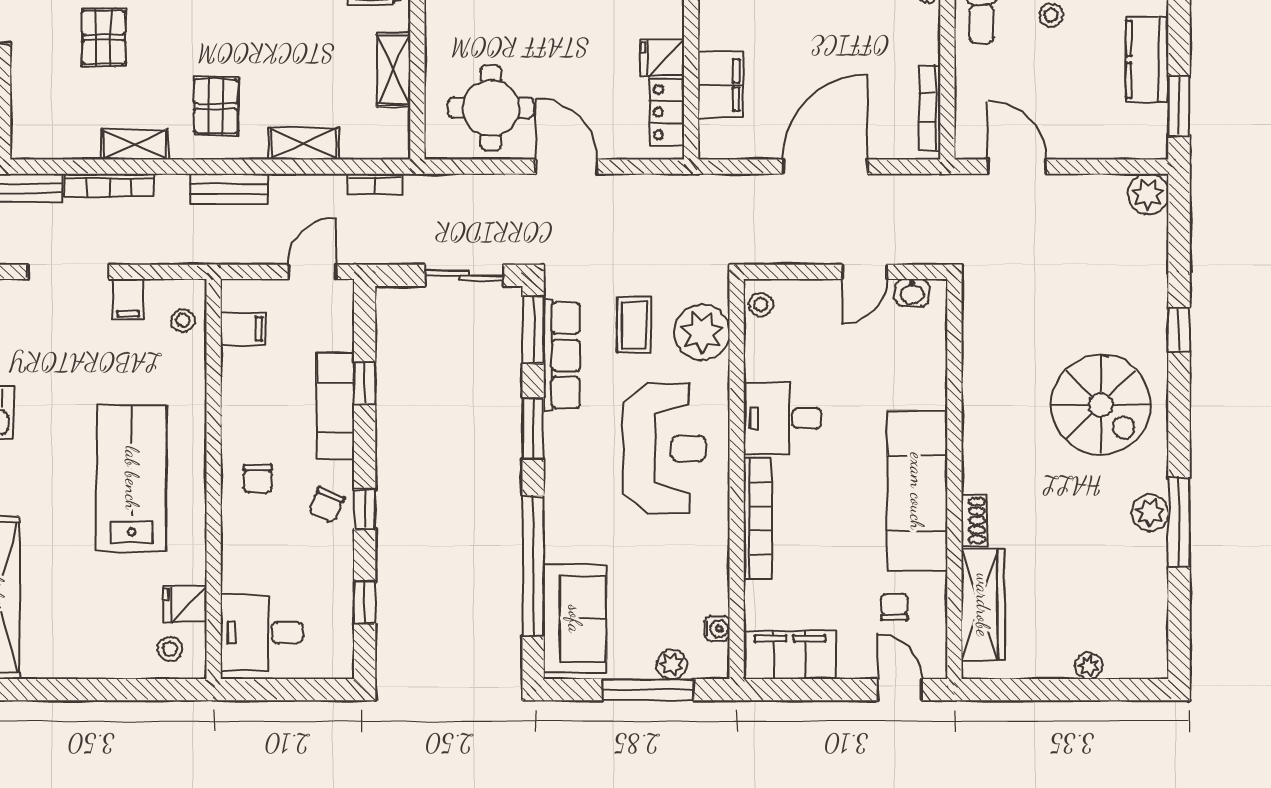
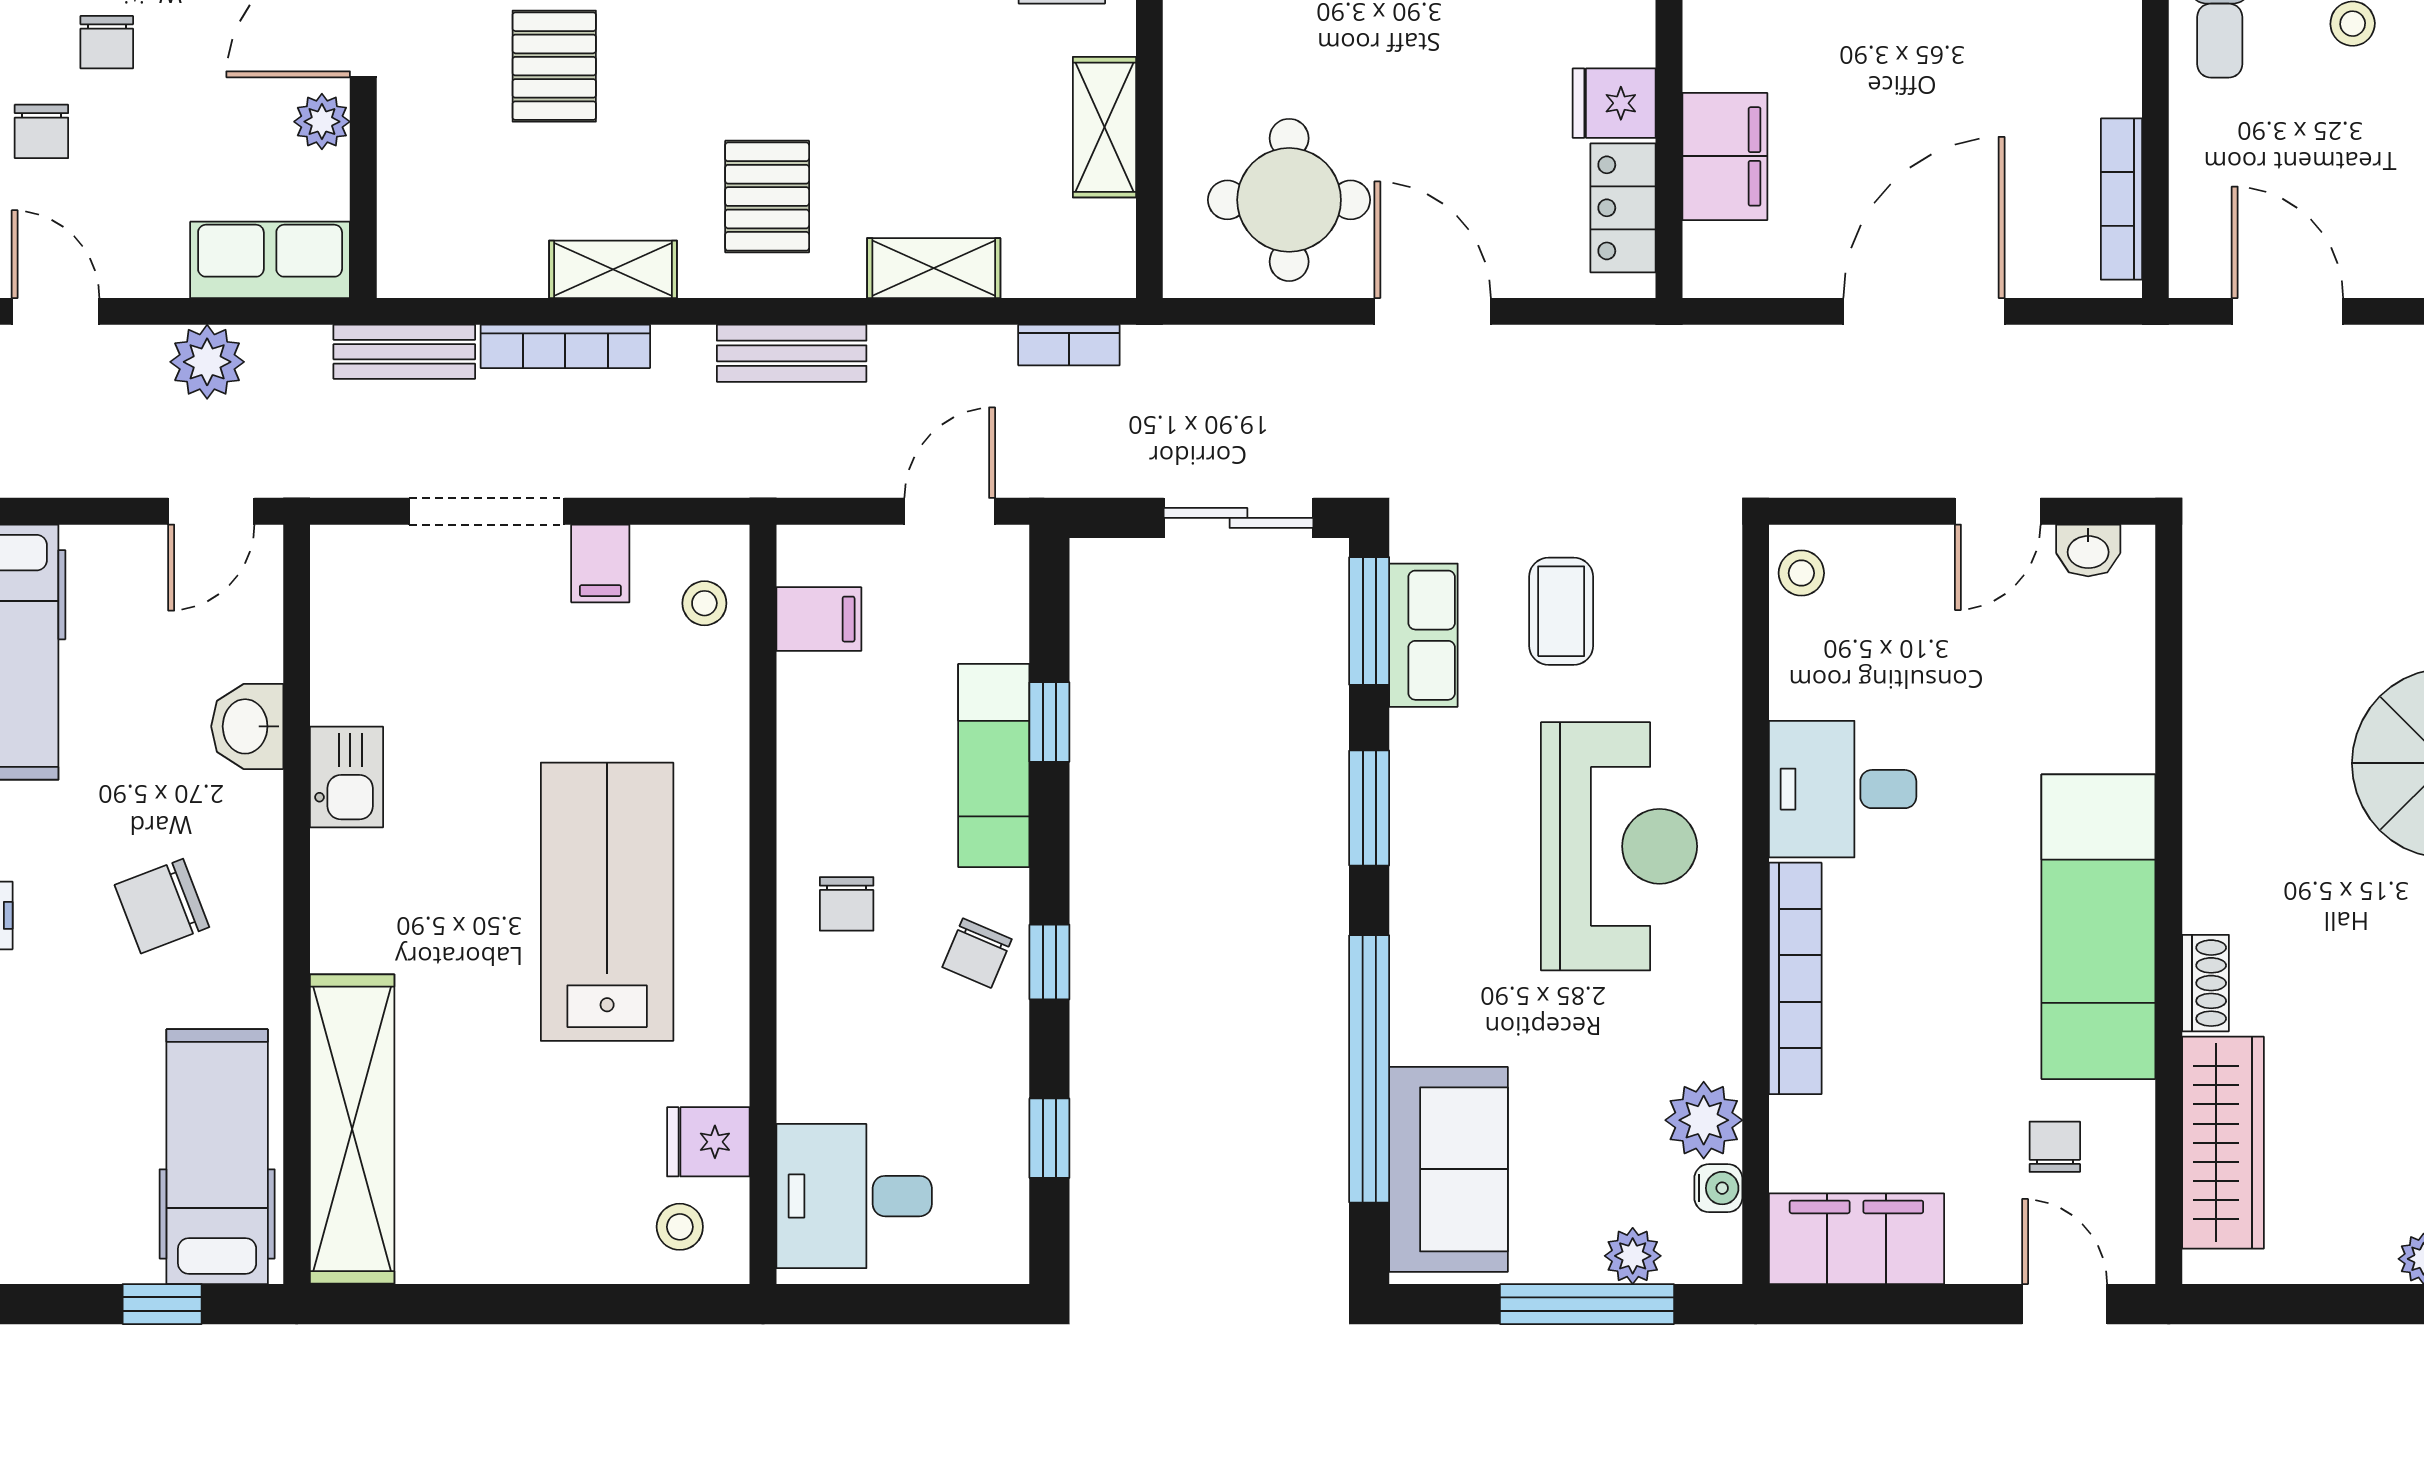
plant: (702, 332) -> (1704, 1120), moved, width x0.73, depth x0.73
row of seats: (562, 355) -> (1423, 635), width x0.68

